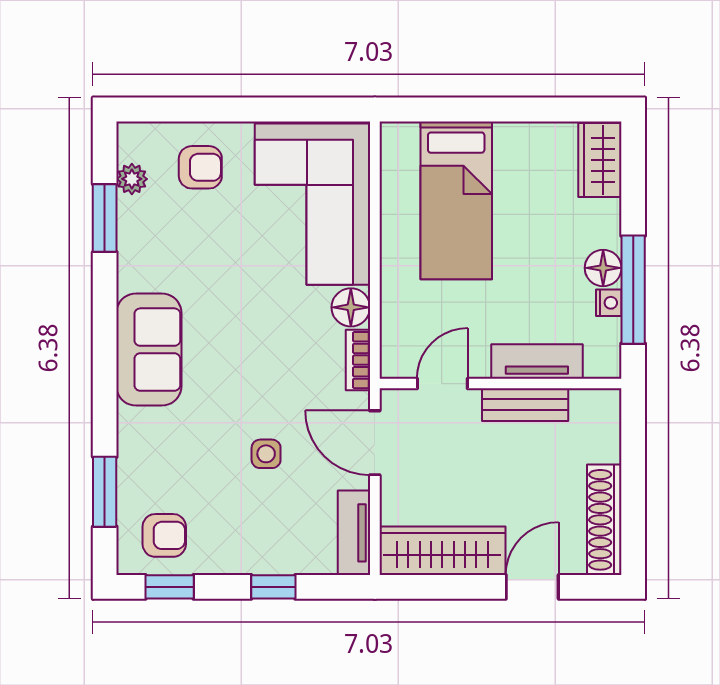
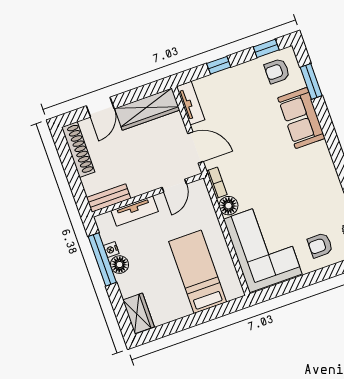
sofa: (149, 350) -> (301, 118), moved
bench: (525, 405) -> (109, 198), moved
side table: (266, 454) -> (244, 125), removed

